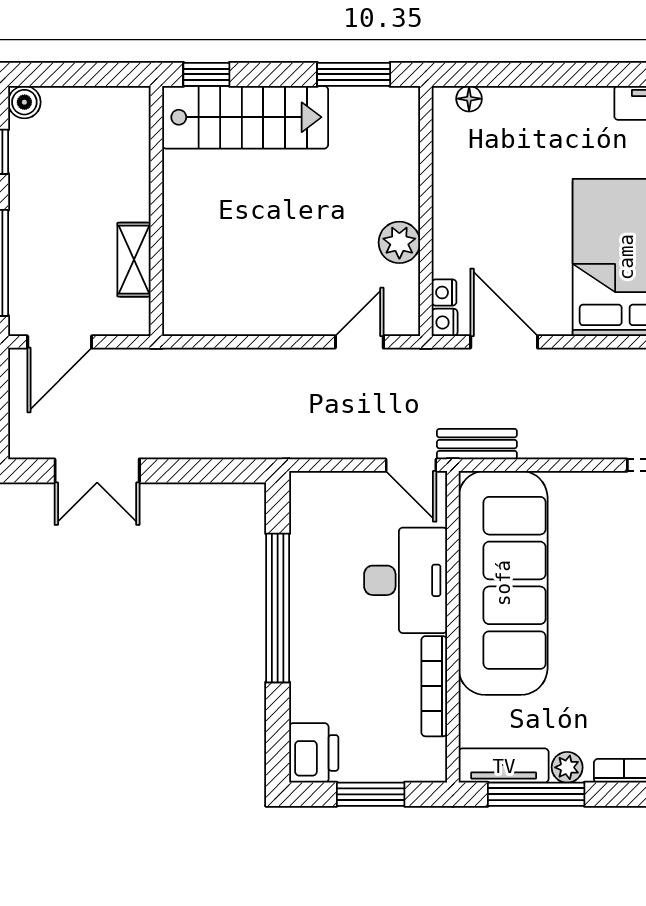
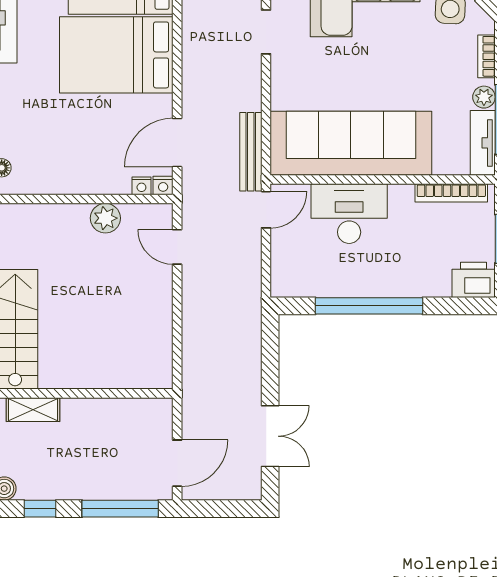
shelving: (134, 260) -> (33, 410), moved
door: (60, 342) -> (177, 463), hinge flipped
bench: (477, 444) -> (251, 152), width x1.36
bookcase: (434, 686) -> (451, 193), moved

